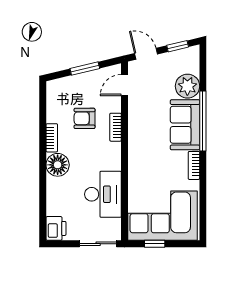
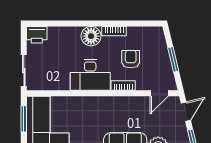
door: (124, 85) -> (159, 93), swing flipped
desk: (103, 194) -> (90, 75), moved
window: (155, 244) -> (24, 119), width x1.50

